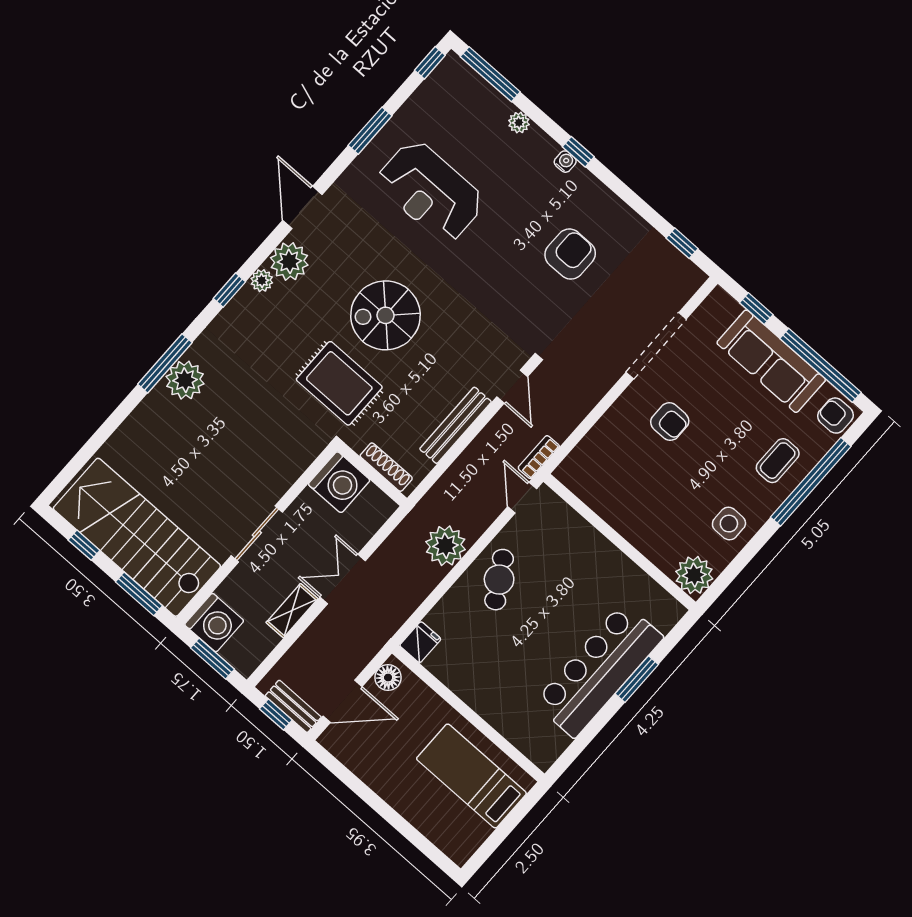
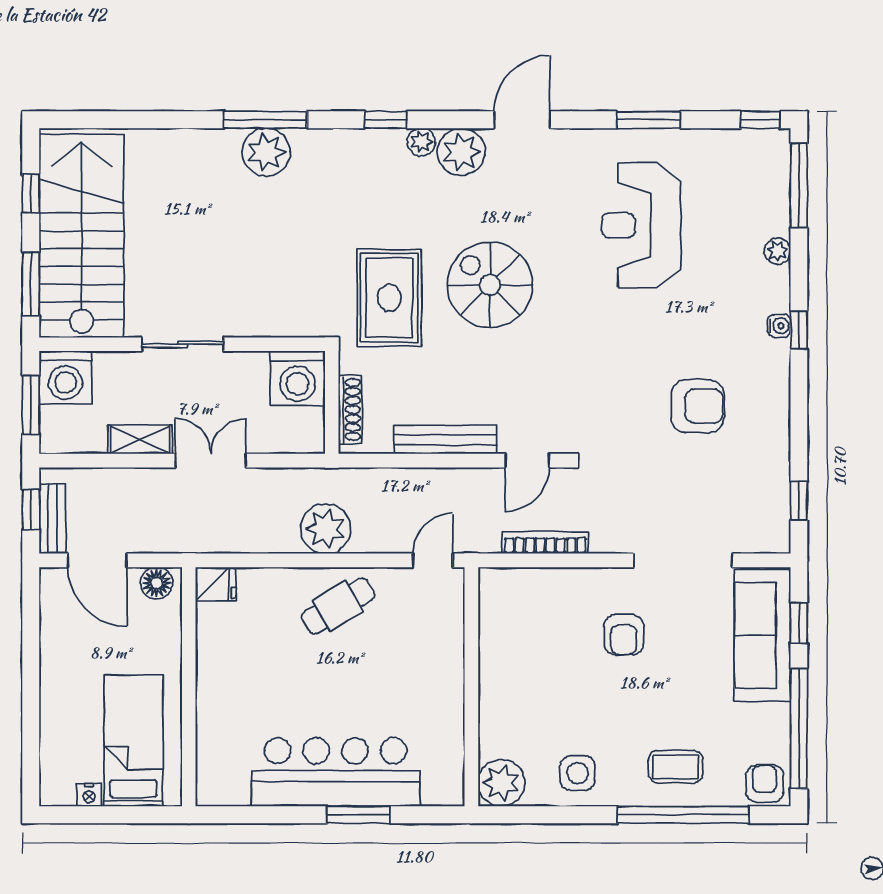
sofa: (771, 361) -> (762, 635), moved
bookcase: (539, 457) -> (545, 543), moved, width x1.56
nightstand: (481, 832) -> (89, 795), added

